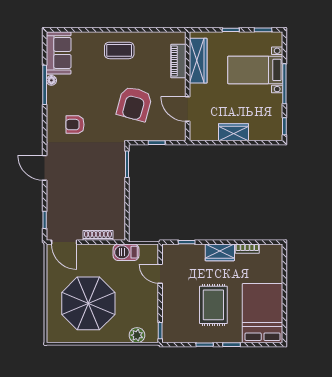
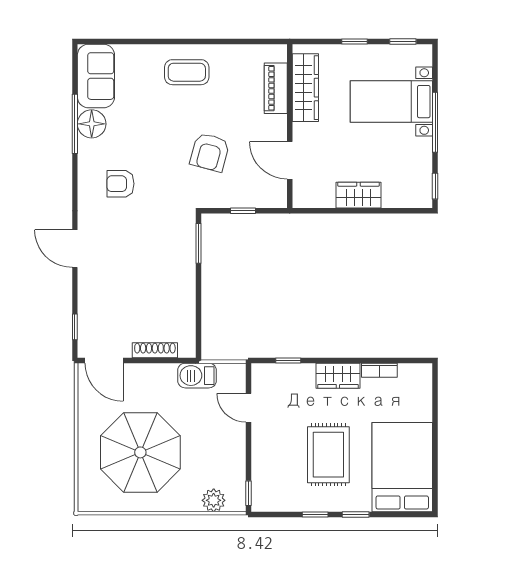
floor lamp: (51, 80) -> (92, 124), width x1.89, depth x1.89
armchair: (134, 104) -> (210, 152), width x0.73, depth x0.73

